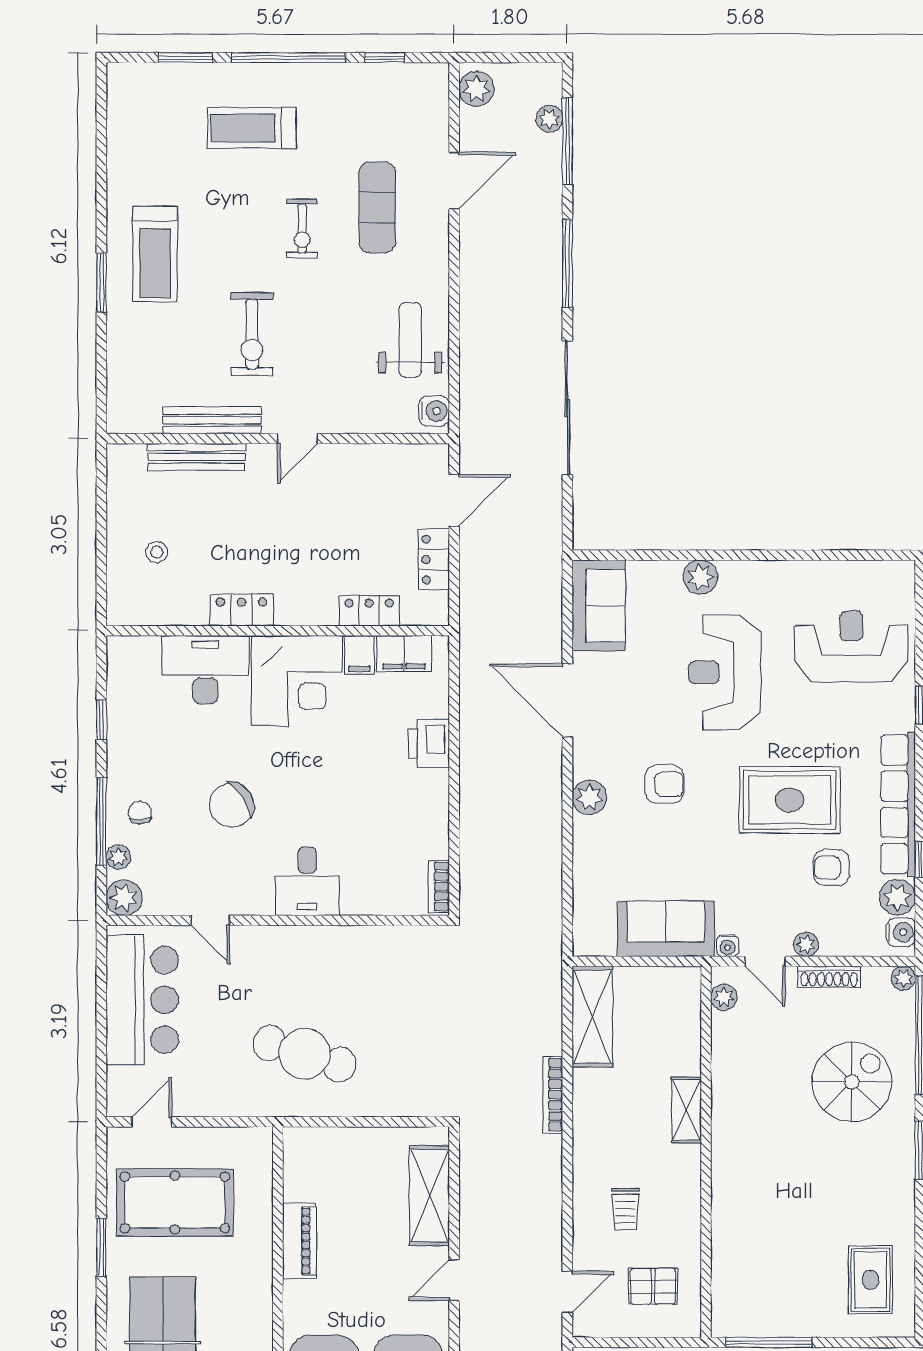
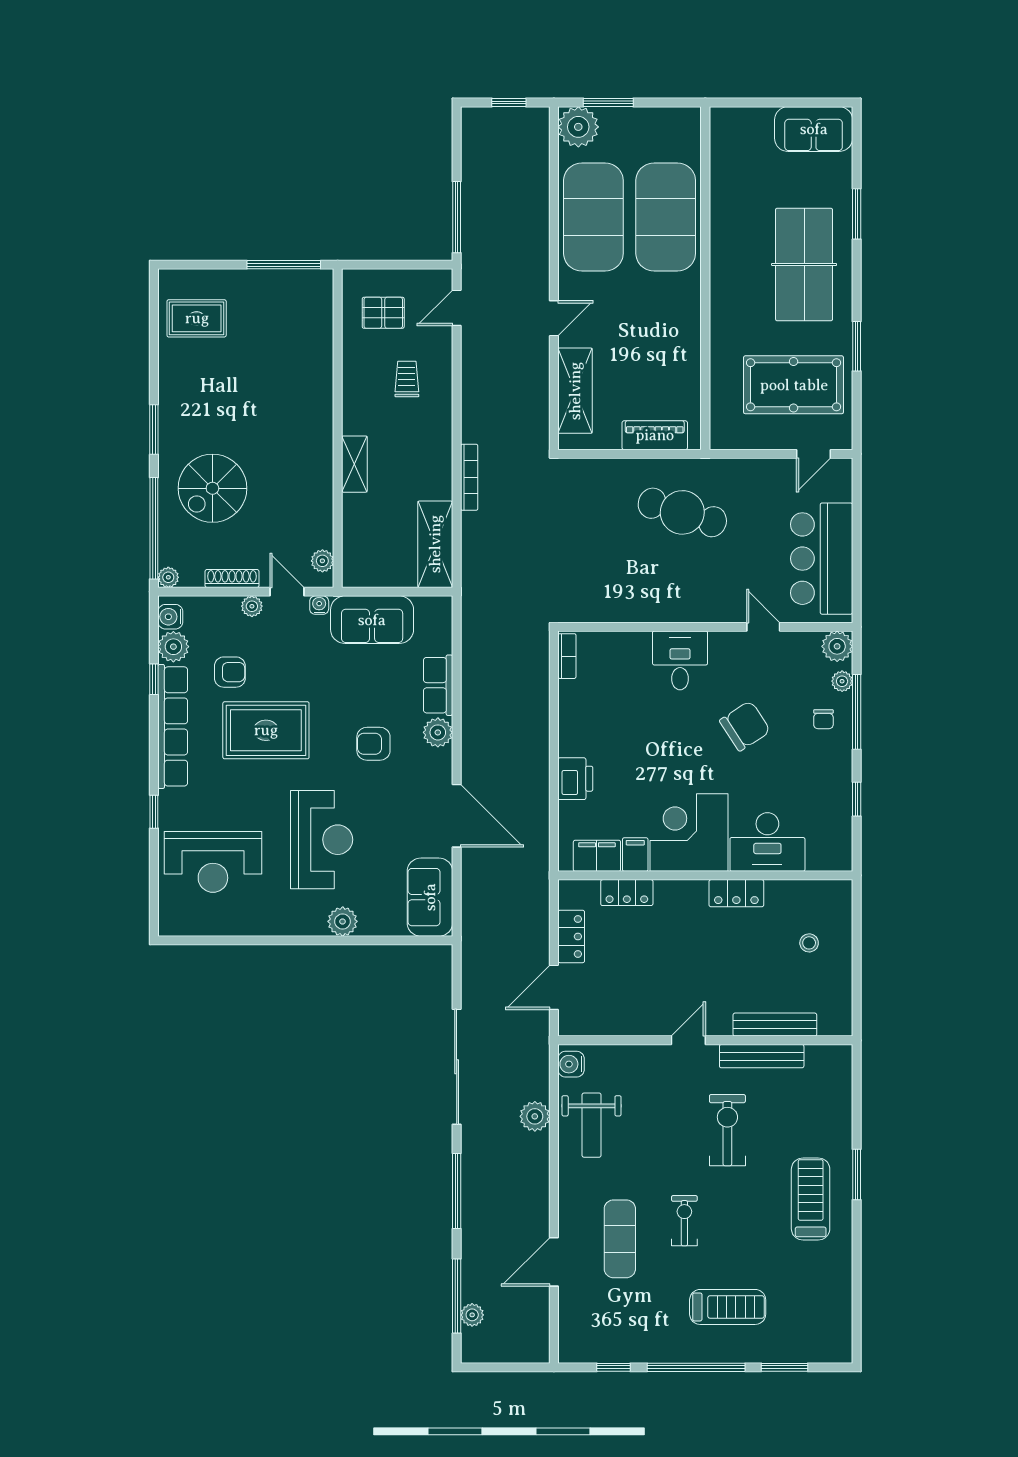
plant: (476, 89) -> (535, 1116), moved
row of seats: (589, 852) -> (438, 685), added
piano: (299, 1241) -> (655, 435), moved, turned 90
rug: (870, 1280) -> (197, 318), turned 90

